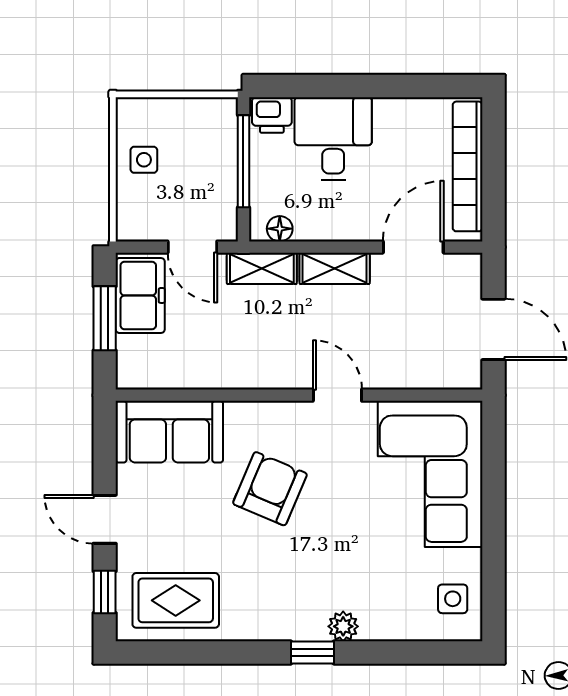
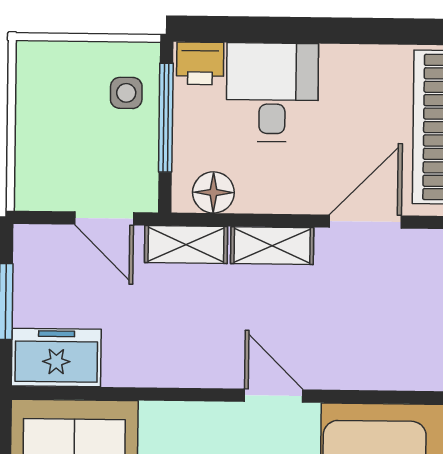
side table: (144, 160) -> (126, 93), moved
floor lamp: (280, 229) -> (213, 192), width x1.37, depth x1.37
freezer: (140, 295) -> (56, 358), moved, turned -90

